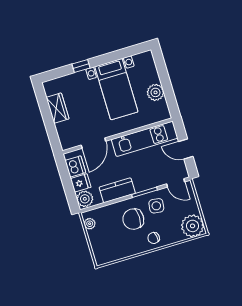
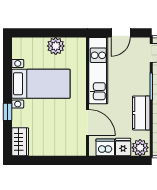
wardrobe: (57, 108) -> (20, 142), moved, turned 90

